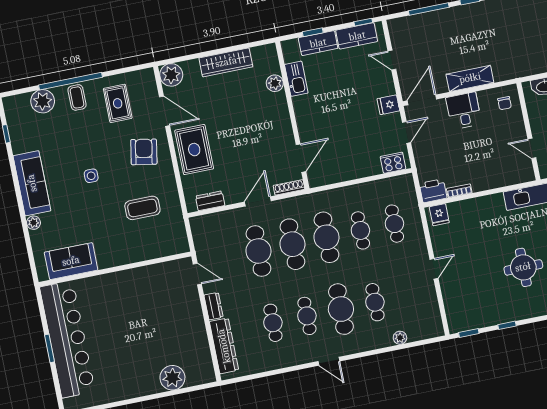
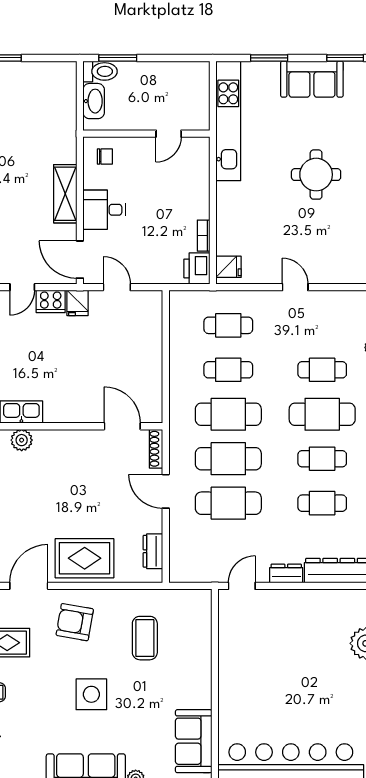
cooker: (393, 163) -> (51, 301), moved, turned -90
side table: (91, 176) -> (91, 694), width x1.87, depth x1.87

